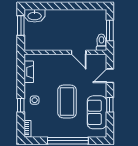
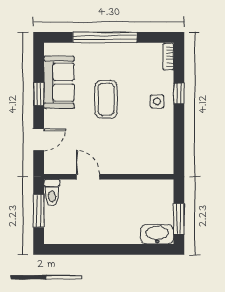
fireplace: (29, 72) -> (166, 146), removed
coffee table: (67, 102) -> (106, 99), width x0.73, depth x0.76

